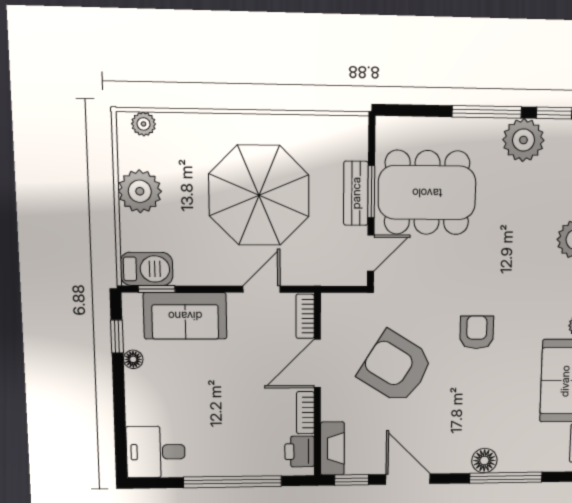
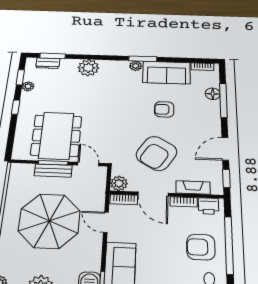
window: (487, 112) -> (16, 107), width x0.46
plant: (523, 140) -> (28, 86), width x0.53, depth x0.53
plant: (335, 307) -> (119, 183), added
armchair: (477, 332) -> (164, 109), moved
armchair: (227, 439) -> (201, 247), added
fireplace: (332, 448) -> (193, 187), moved
floor lamp: (484, 461) -> (213, 94), moved

